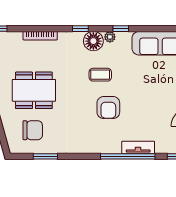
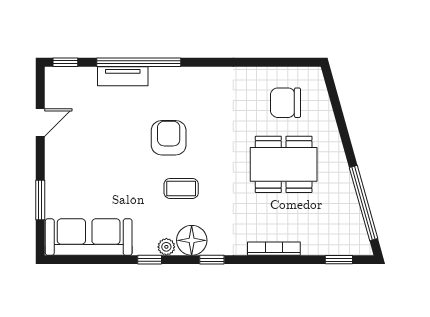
window: (45, 156) -> (266, 62), removed

